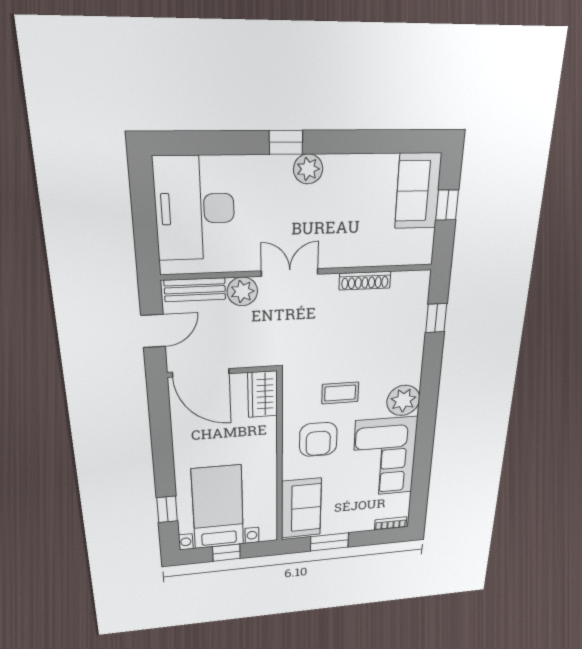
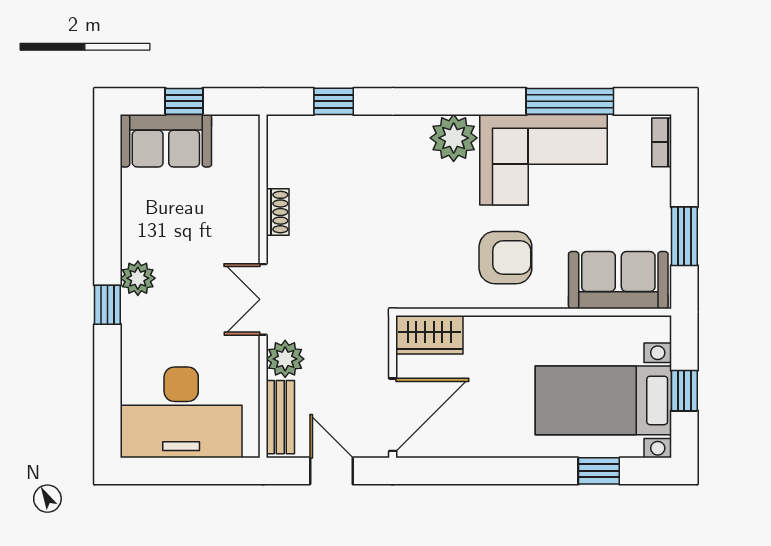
shoe rack: (365, 281) -> (278, 212), width x0.70
coffee table: (340, 393) -> (435, 229), removed
window: (422, 469) -> (570, 101), added

